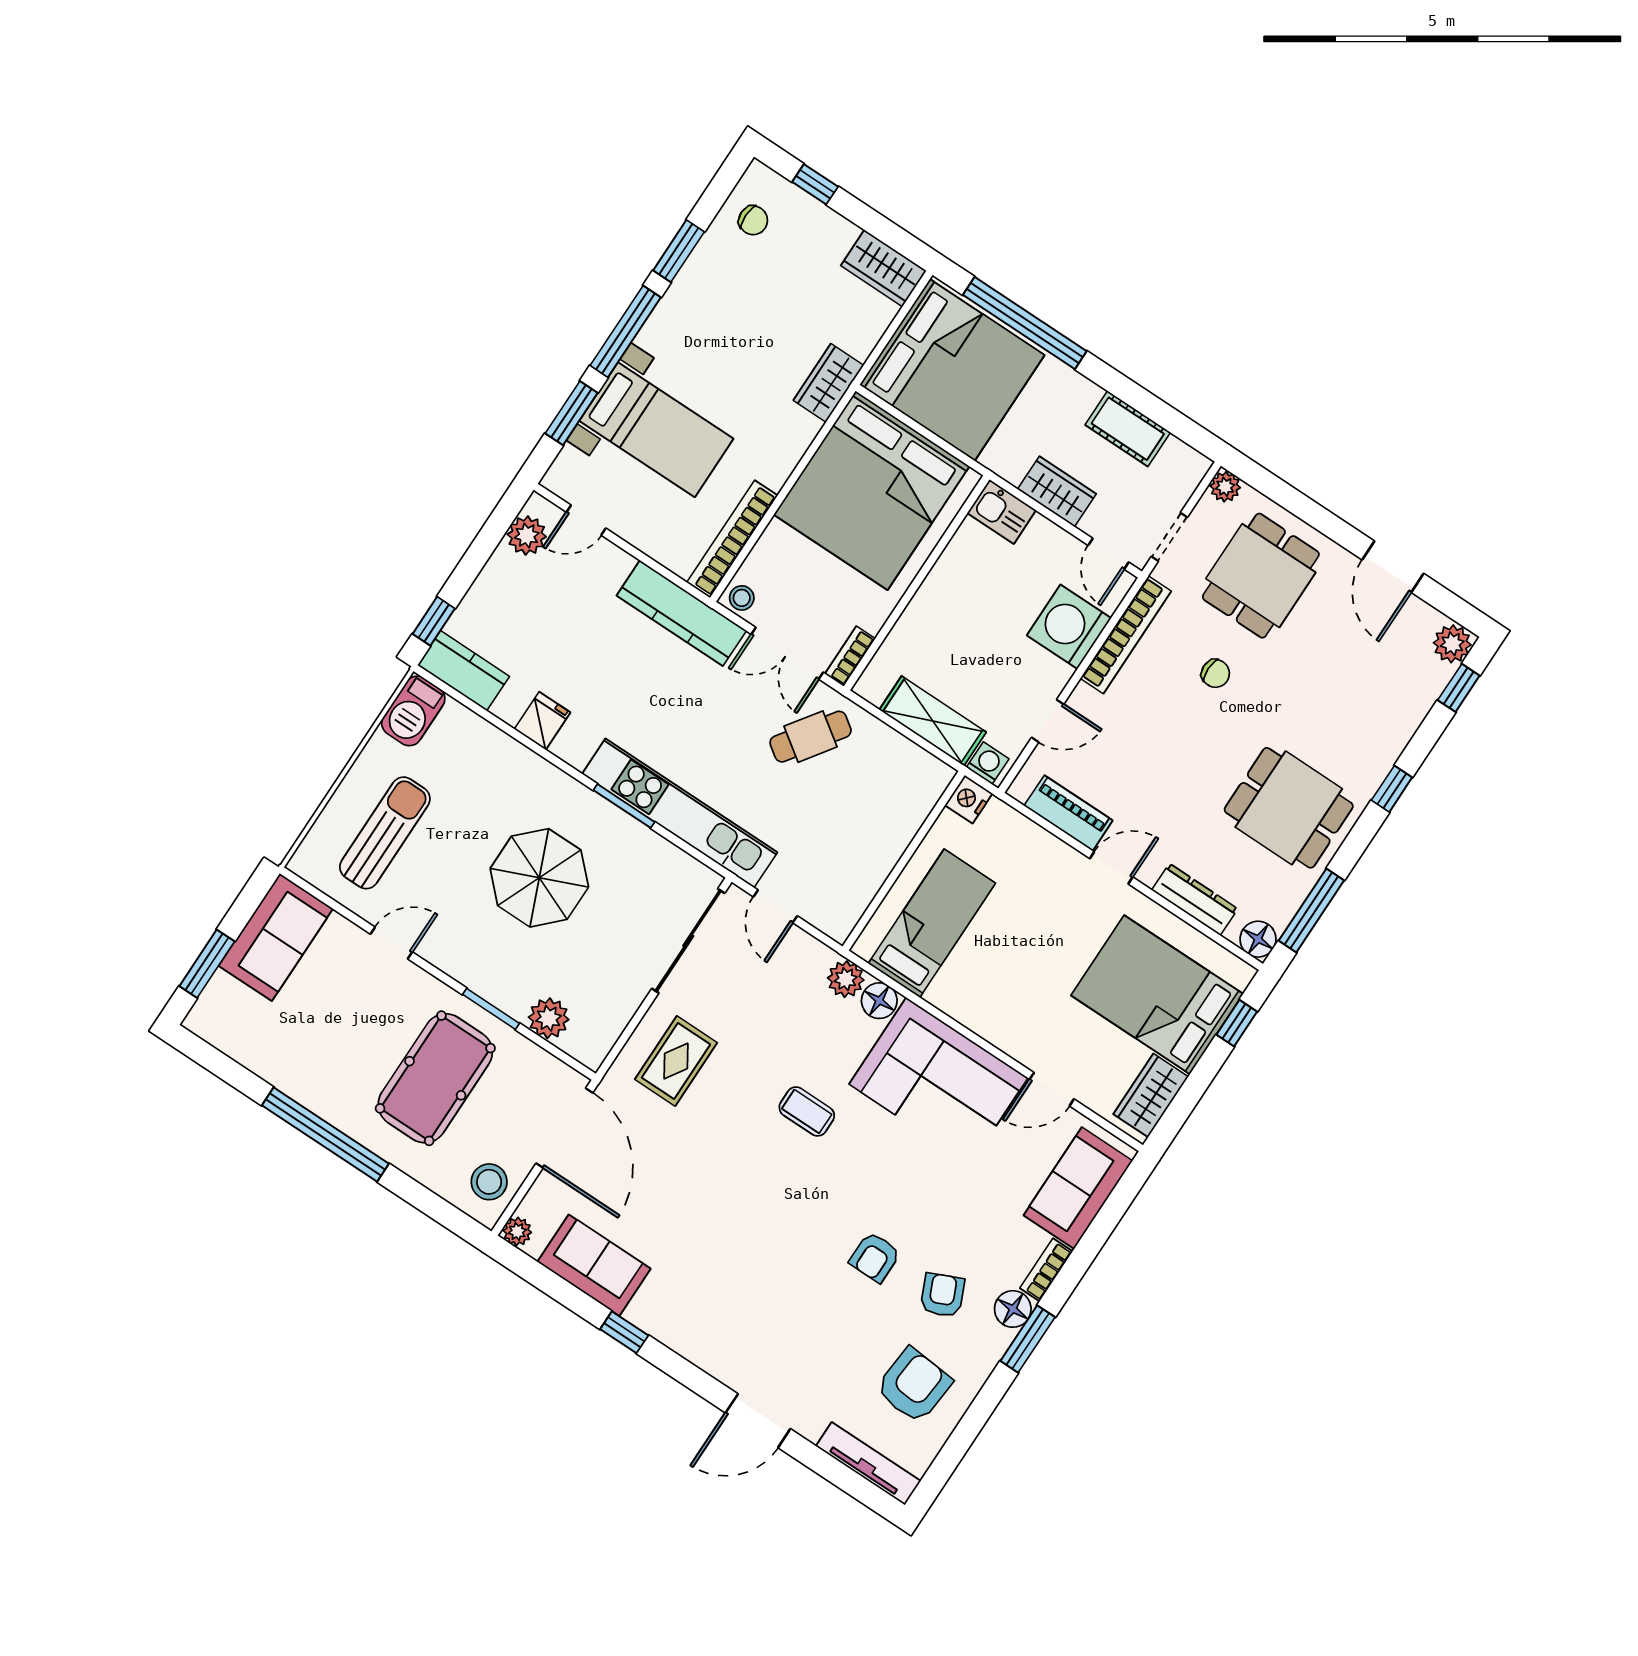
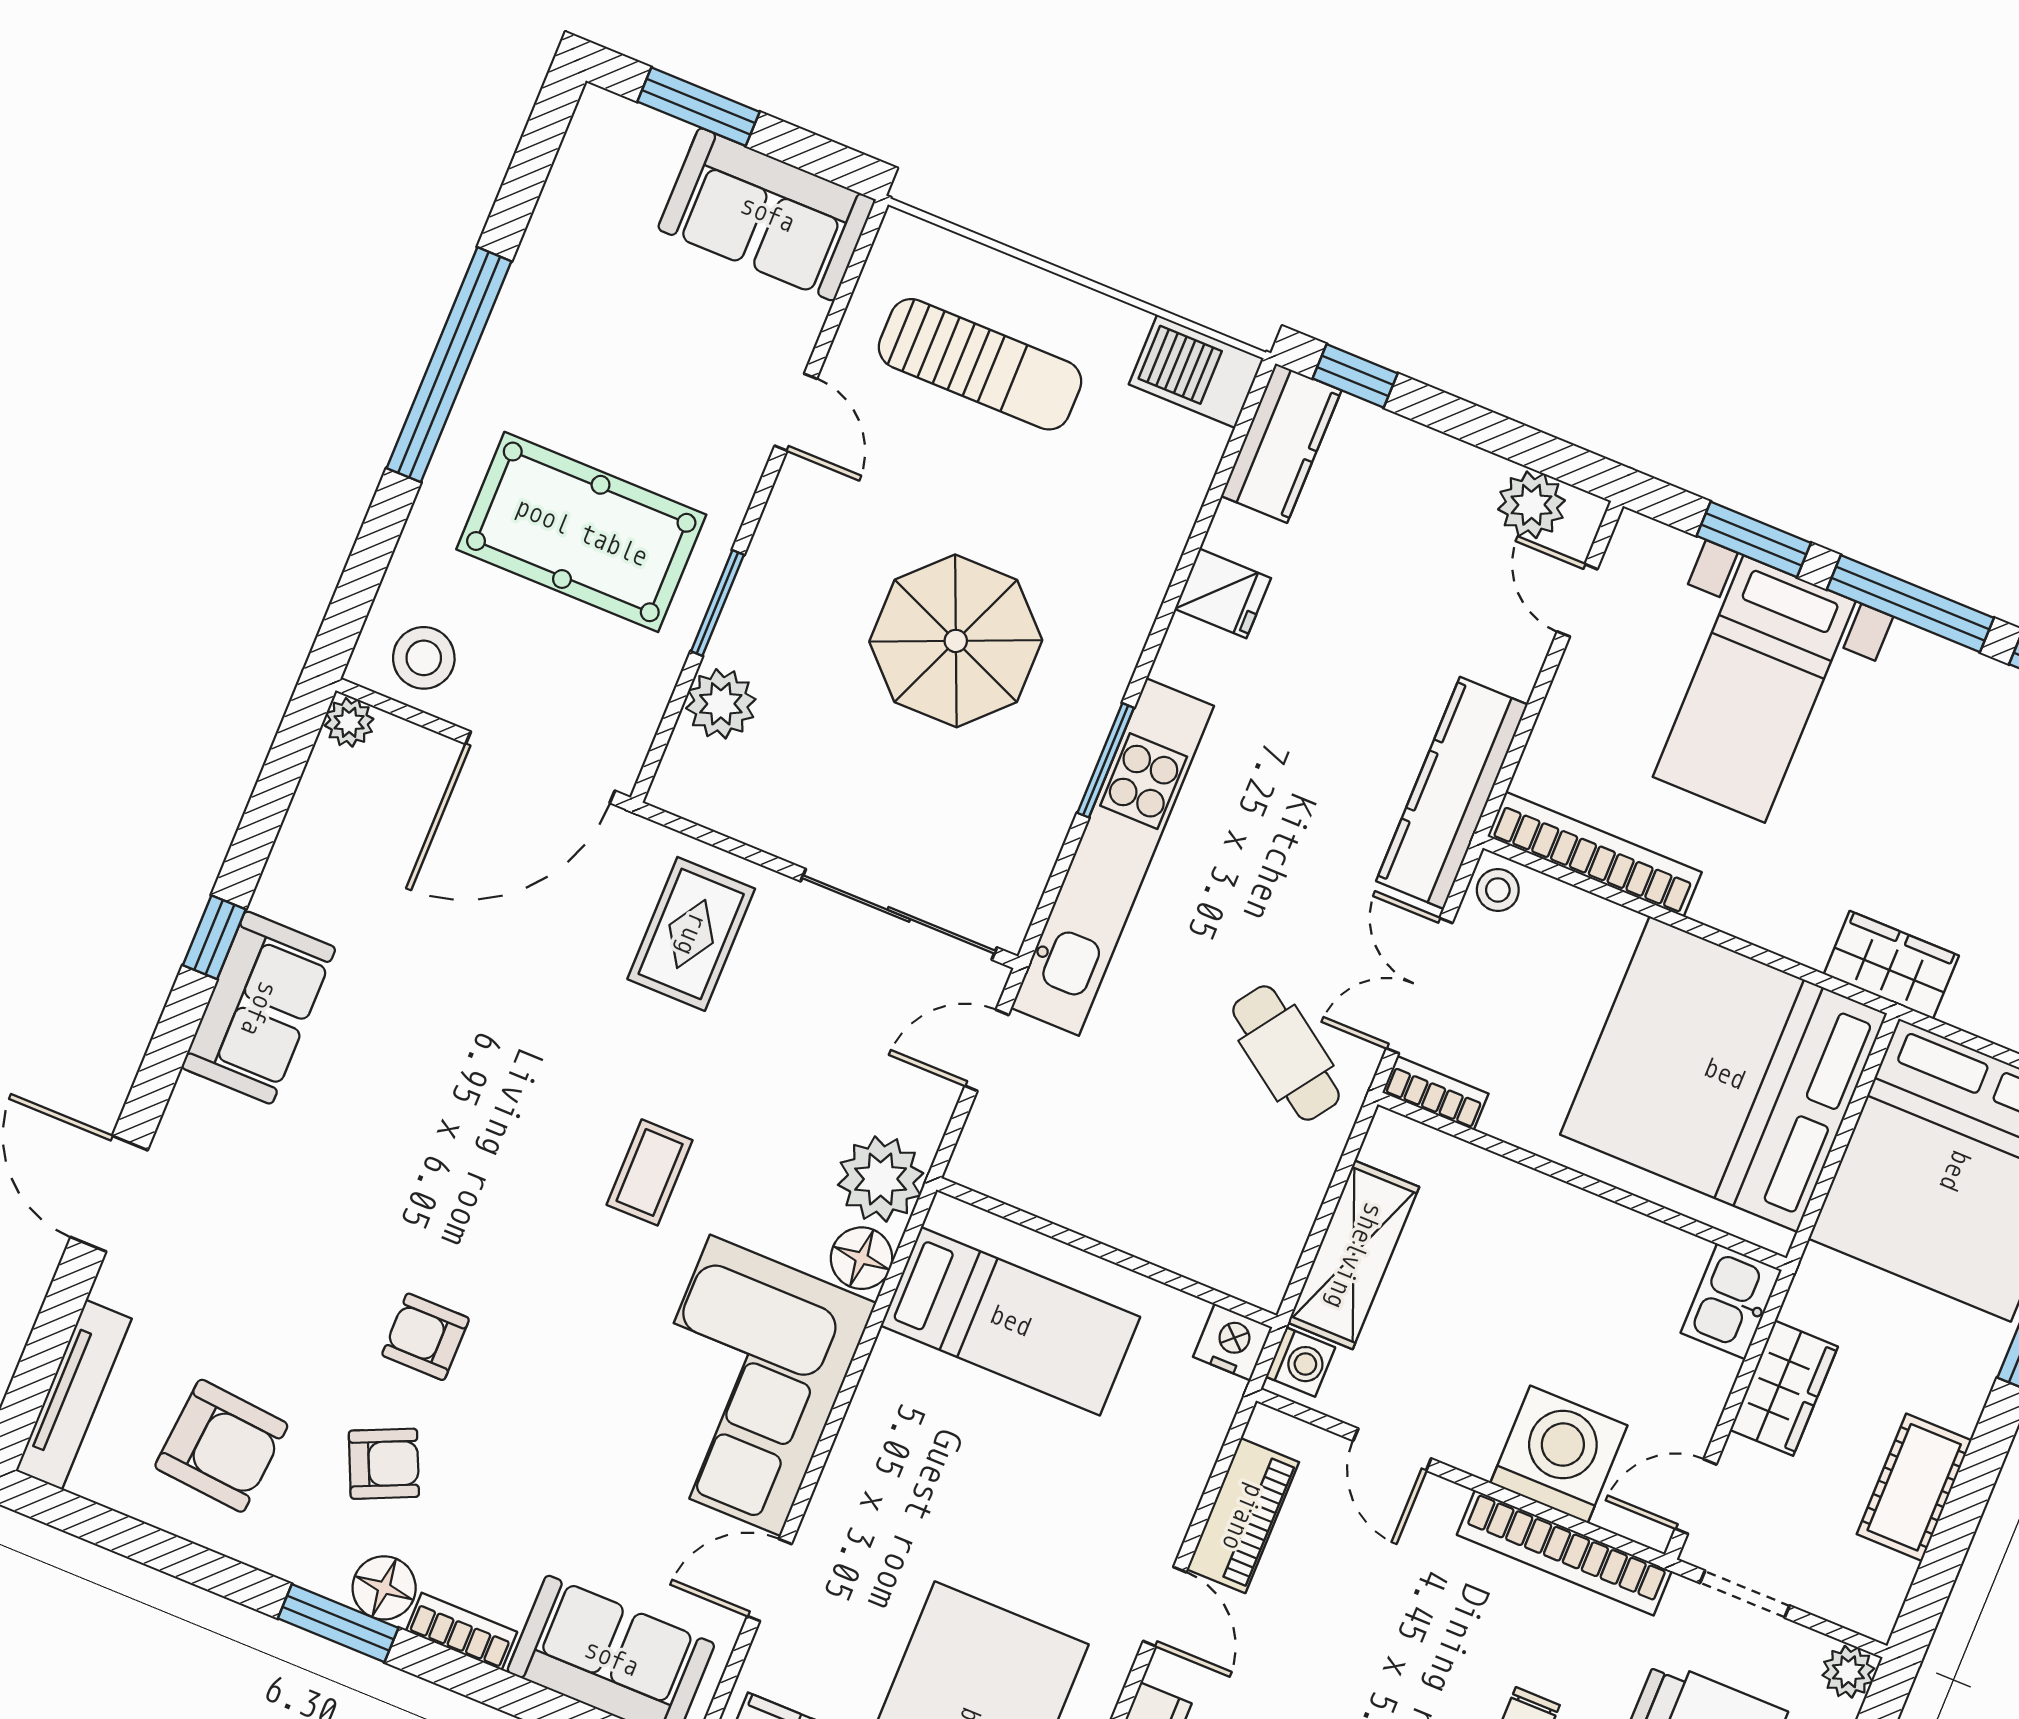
plant: (846, 979) -> (881, 1179), width x1.36, depth x1.36
rug: (676, 1061) -> (691, 934), turned 90
door: (1052, 1089) -> (769, 1580), hinge flipped
sofa: (594, 1265) -> (259, 1008), moved

